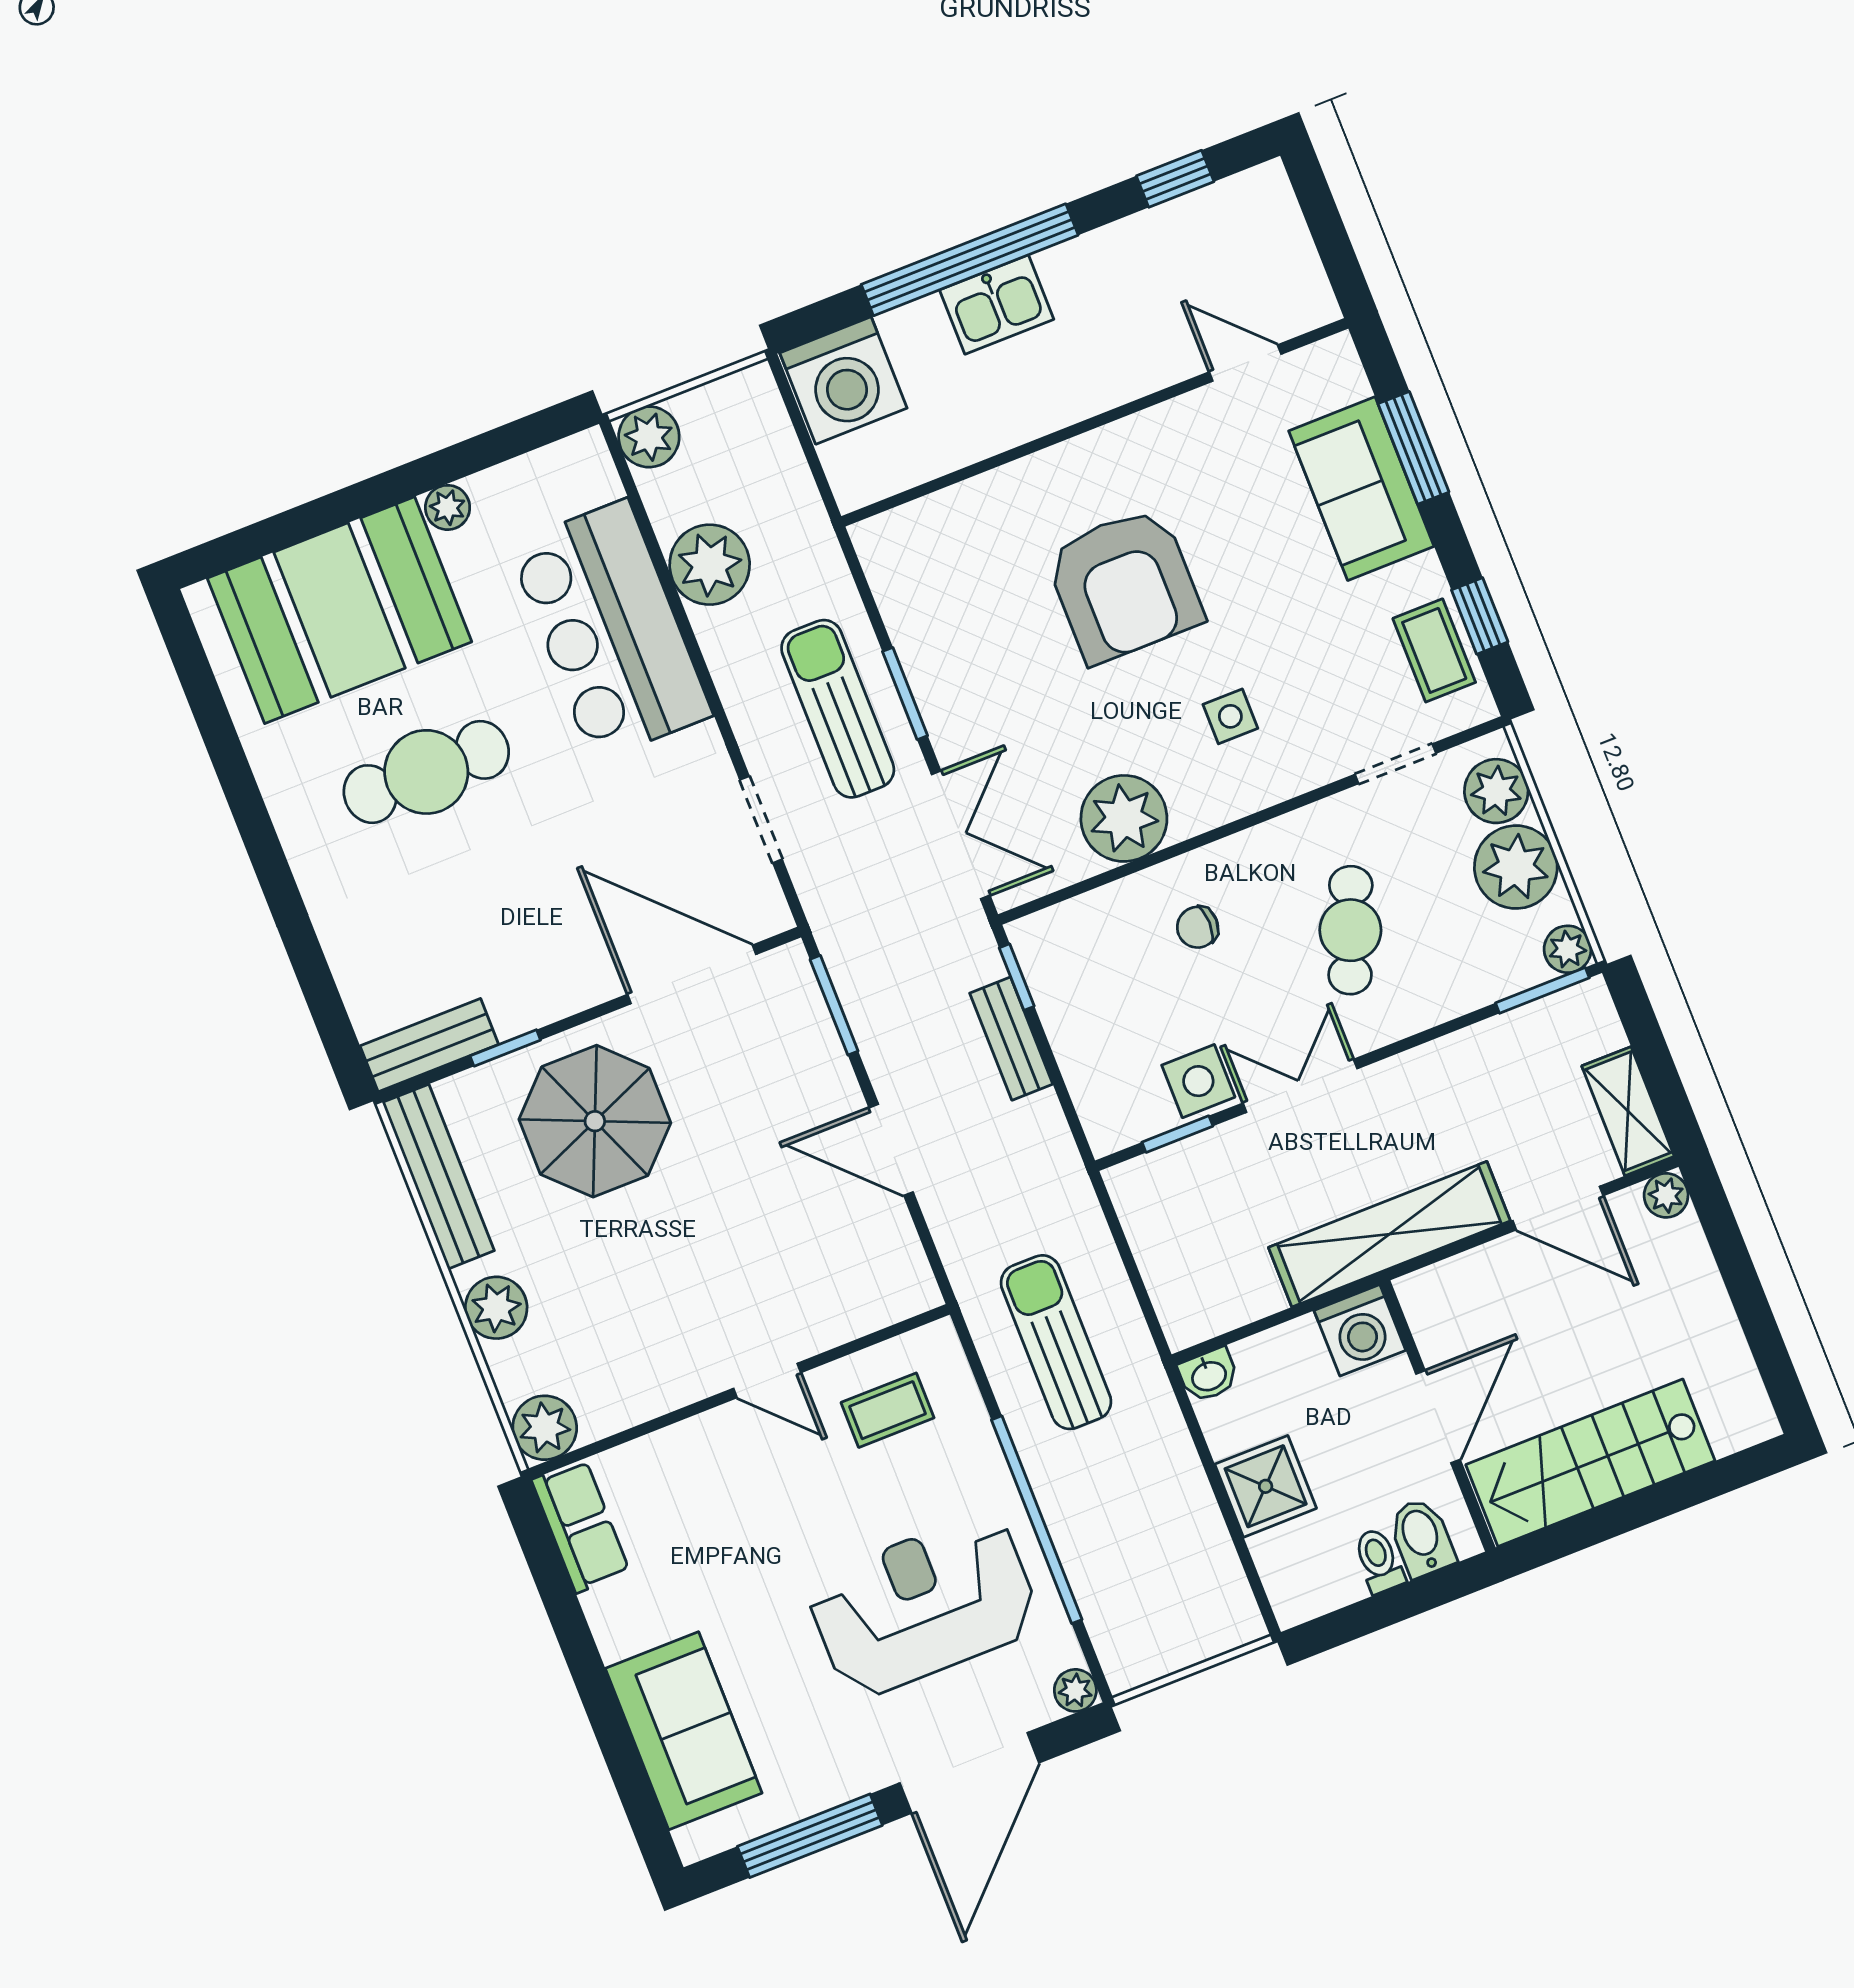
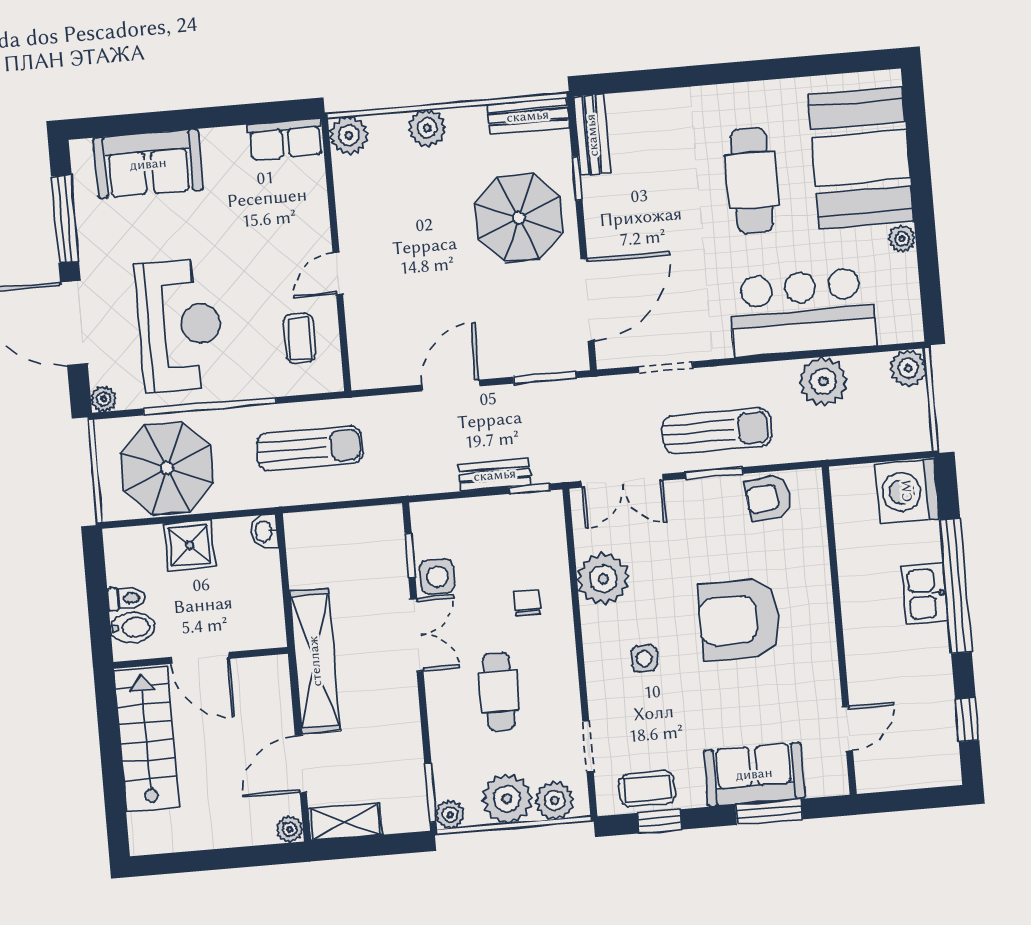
armchair: (919, 597) -> (768, 498), added
cafe table: (1350, 930) -> (499, 691), turned 68
bench: (438, 1177) -> (528, 116), width x0.73
washing machine: (1360, 1330) -> (264, 627), removed
parasol: (1155, 1558) -> (167, 468), added

